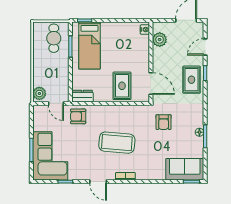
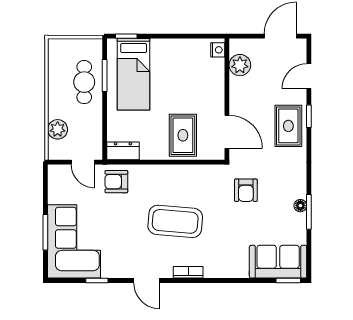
cafe table: (54, 38) -> (84, 82), moved
plant: (39, 93) -> (58, 129), moved

